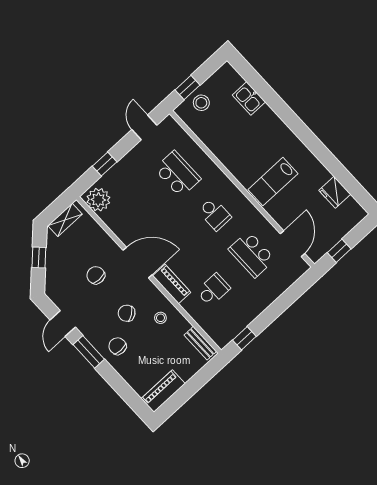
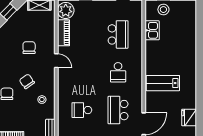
kitchen sink: (249, 98) -> (152, 30), moved, turned 180
door: (138, 263) -> (56, 61), width x0.53
piano: (172, 284) -> (63, 33), moved
school desk: (213, 290) -> (82, 110), turned 180

